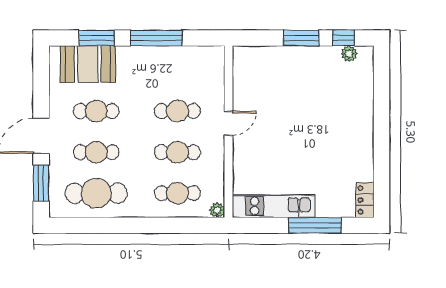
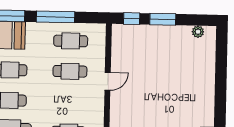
window: (344, 38) -> (132, 19), moved
cafe table: (177, 152) -> (71, 41), moved

